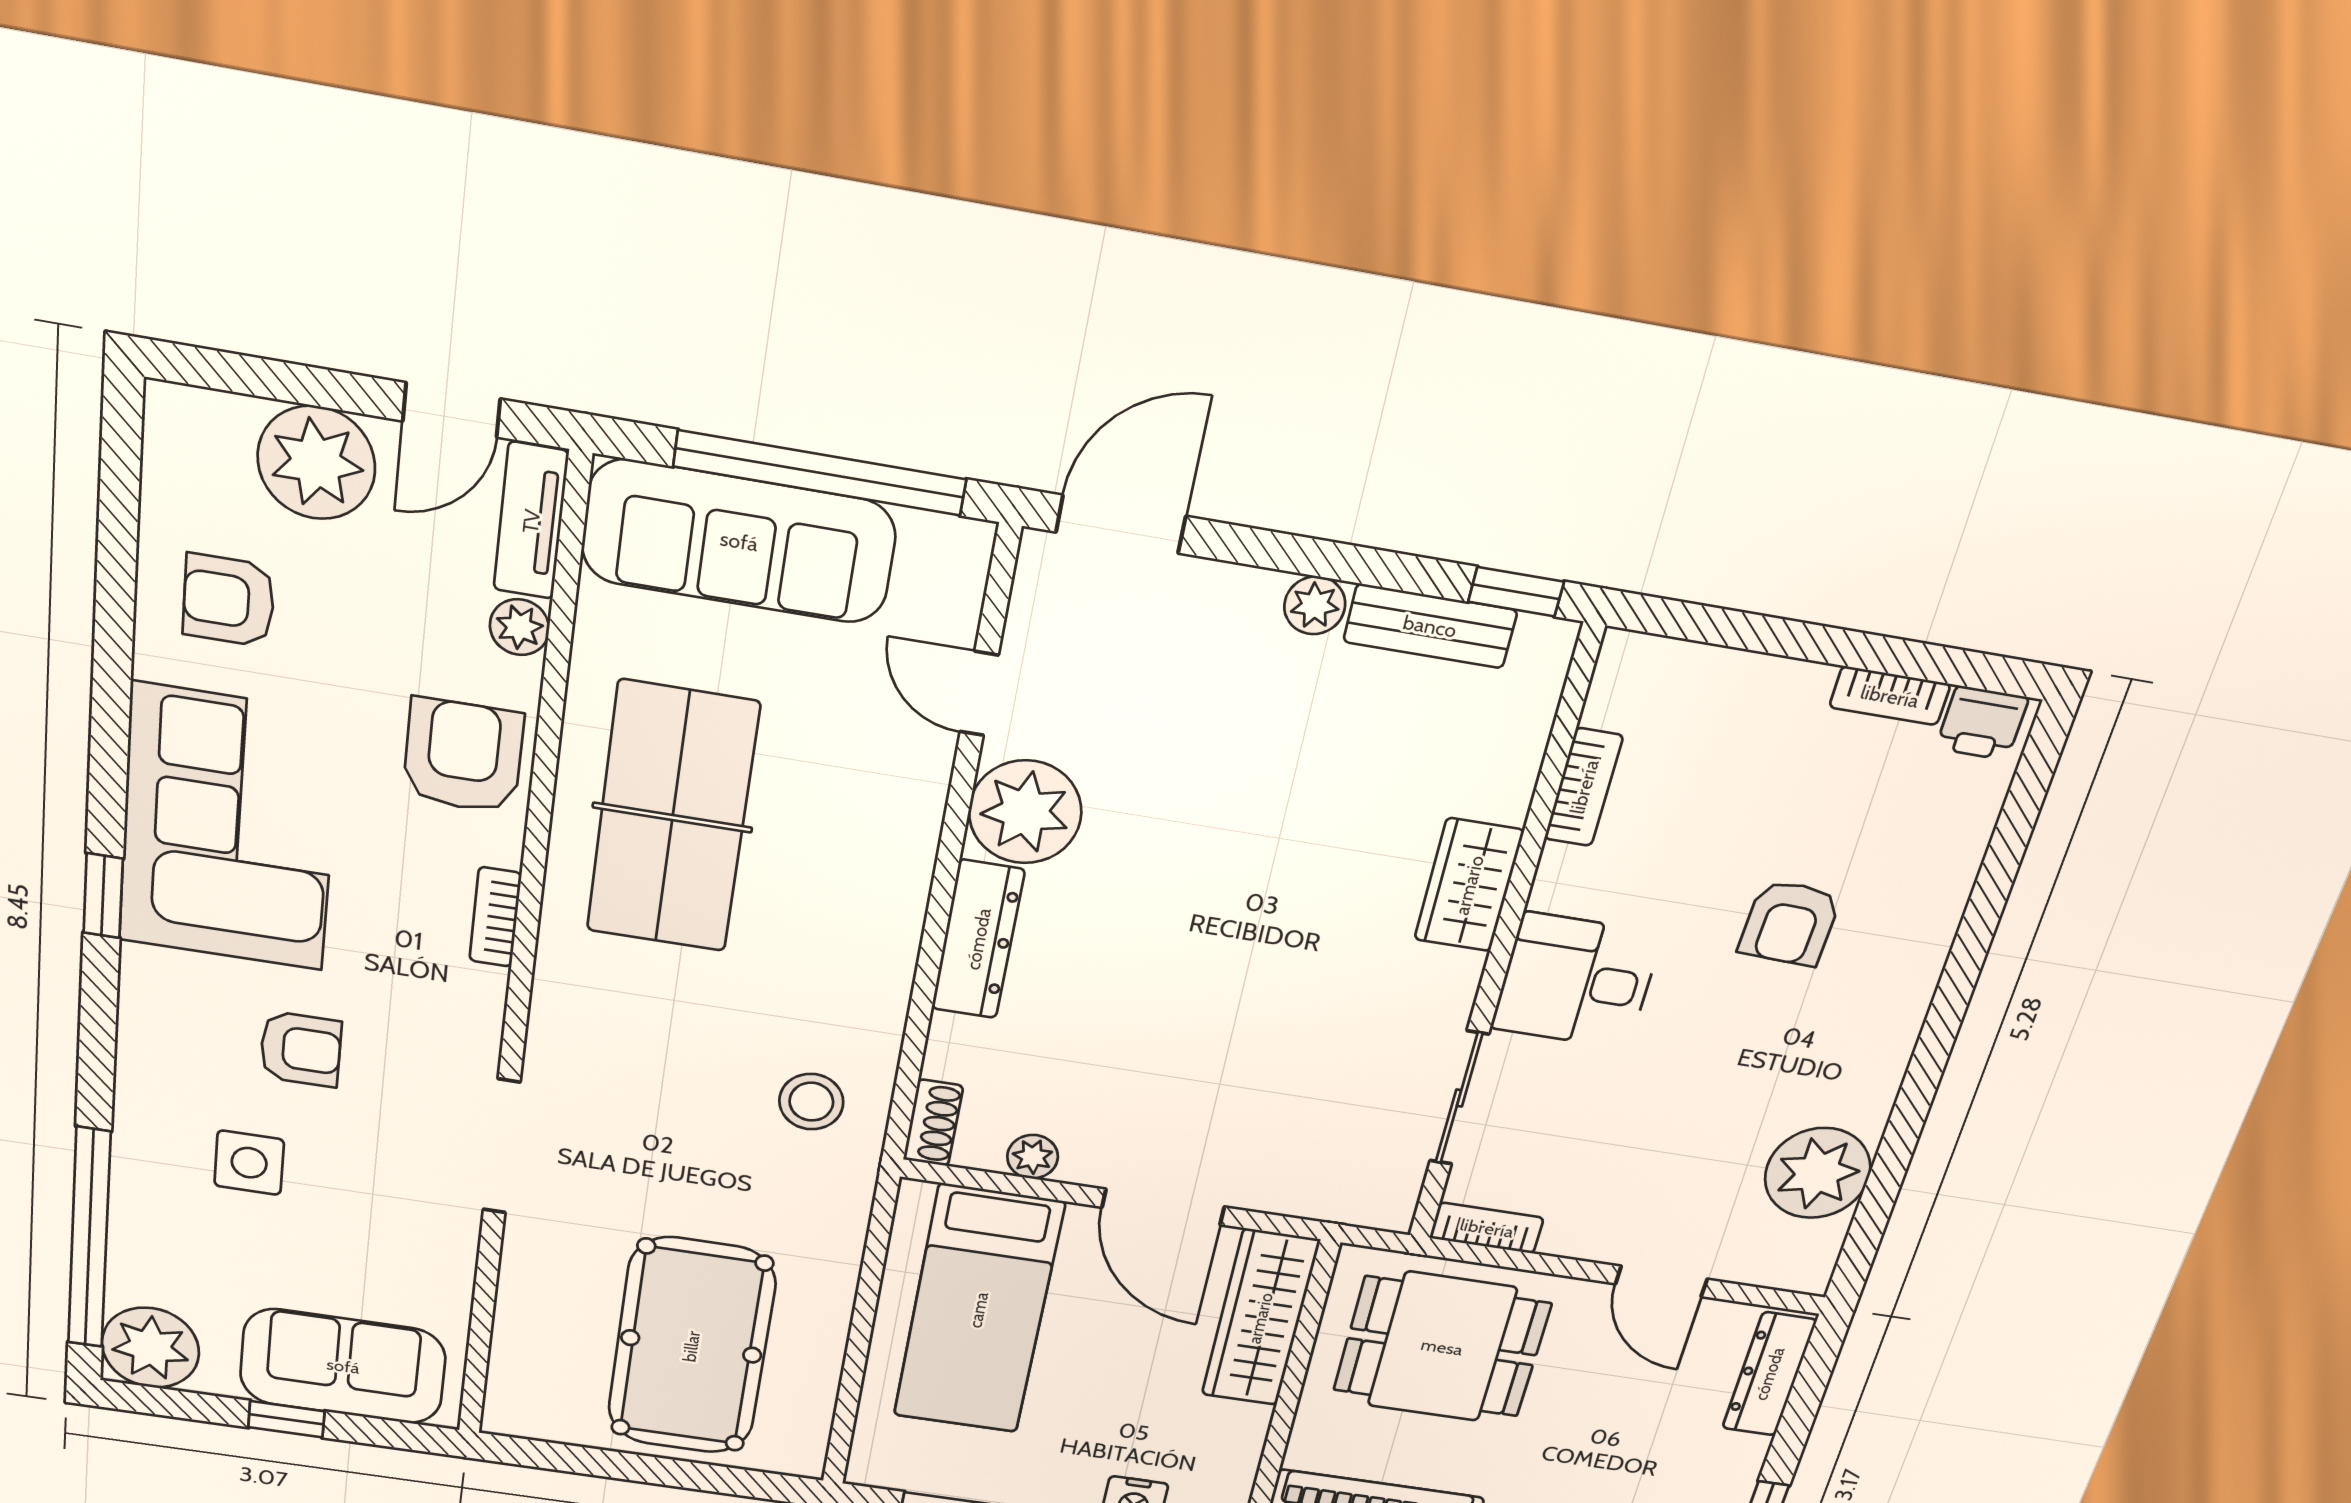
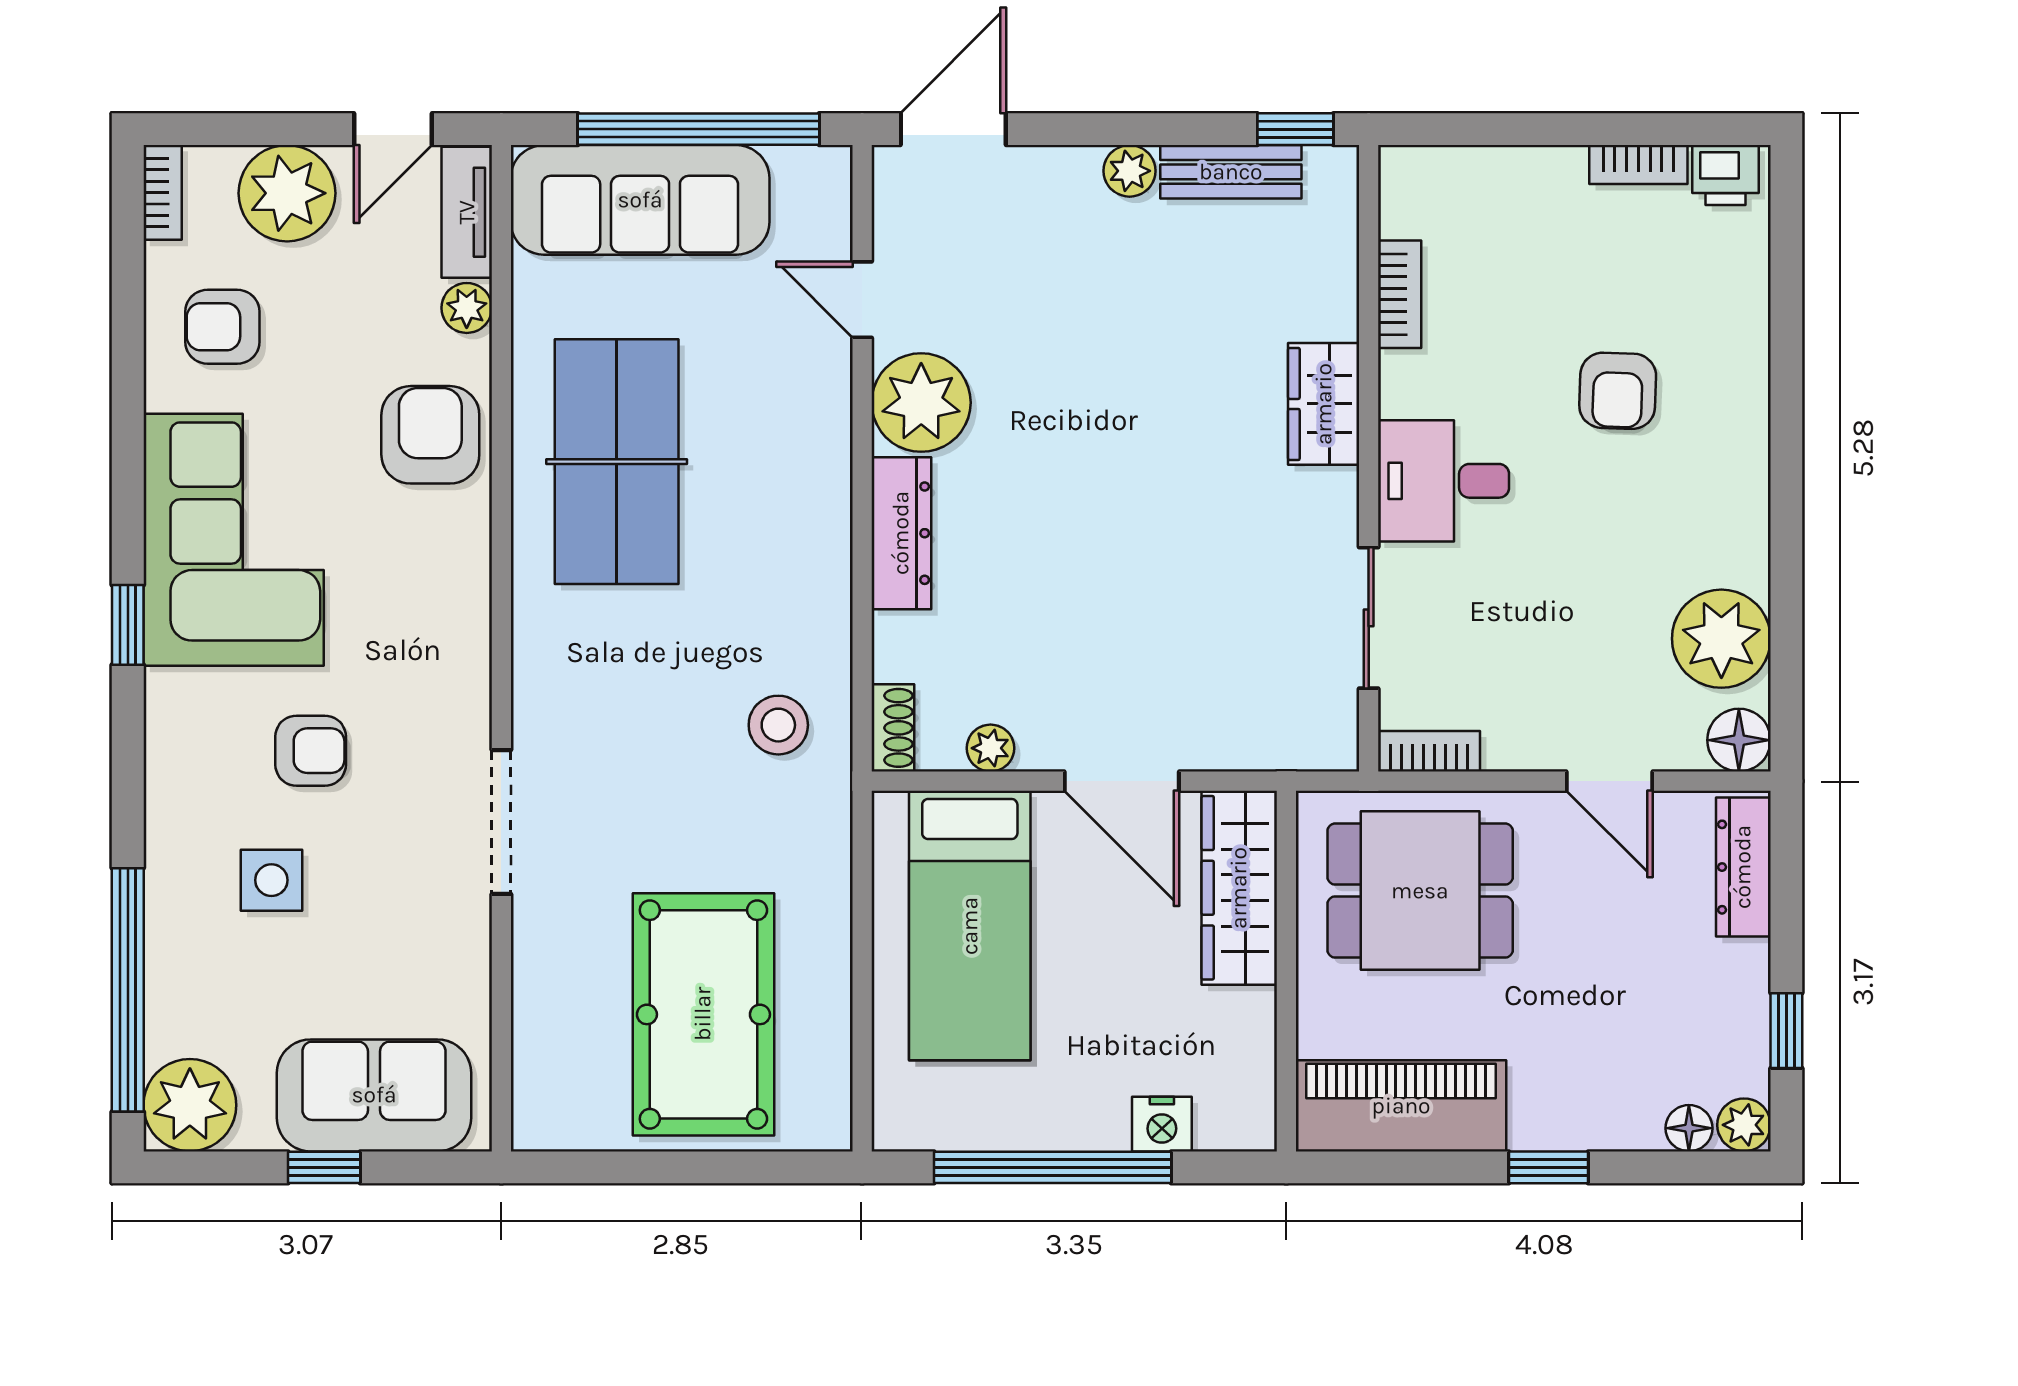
bookcase: (495, 917) -> (163, 192), moved, turned 180
floor lamp: (1804, 1265) -> (1739, 740), added

